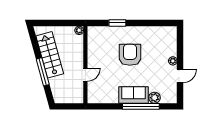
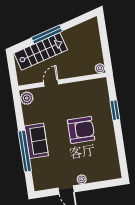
stairs: (50, 55) -> (41, 51), moved
door: (85, 75) -> (51, 83), swing flipped
plant: (155, 98) -> (27, 98), moved

